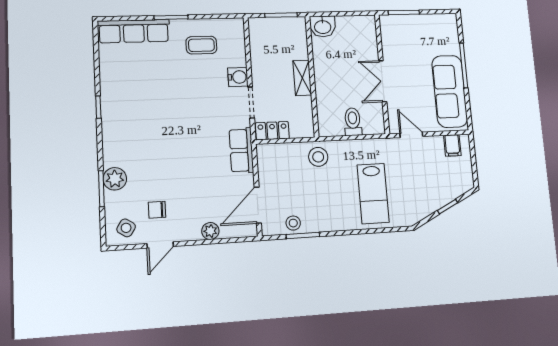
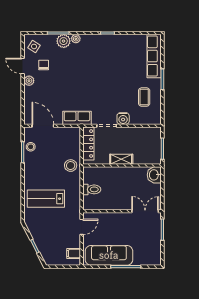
double door: (383, 81) -> (145, 211), moved
locker: (272, 131) -> (88, 144), width x1.53
plant: (110, 159) -> (76, 39), added
plant: (210, 231) -> (29, 81), moved

